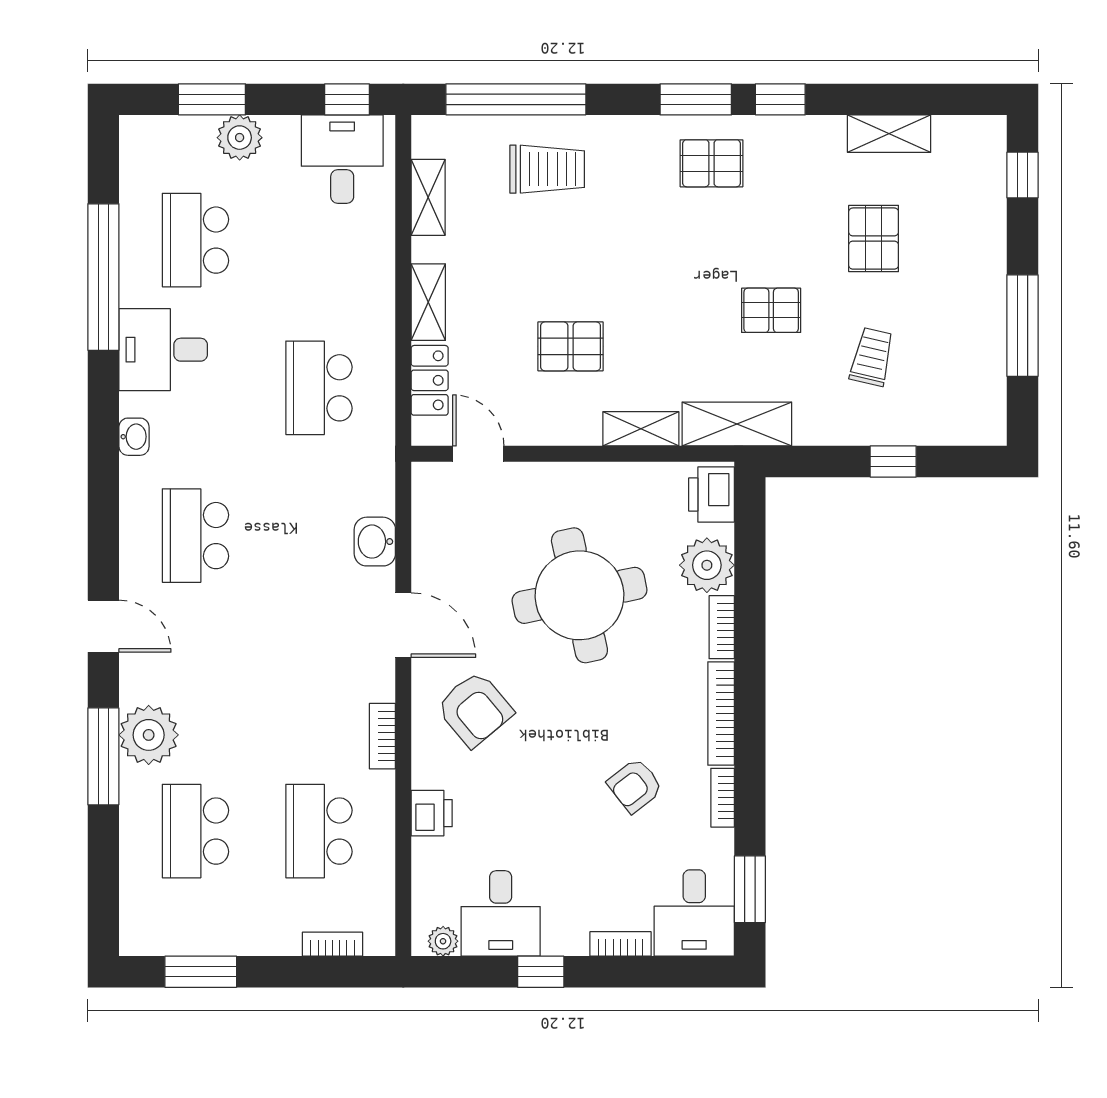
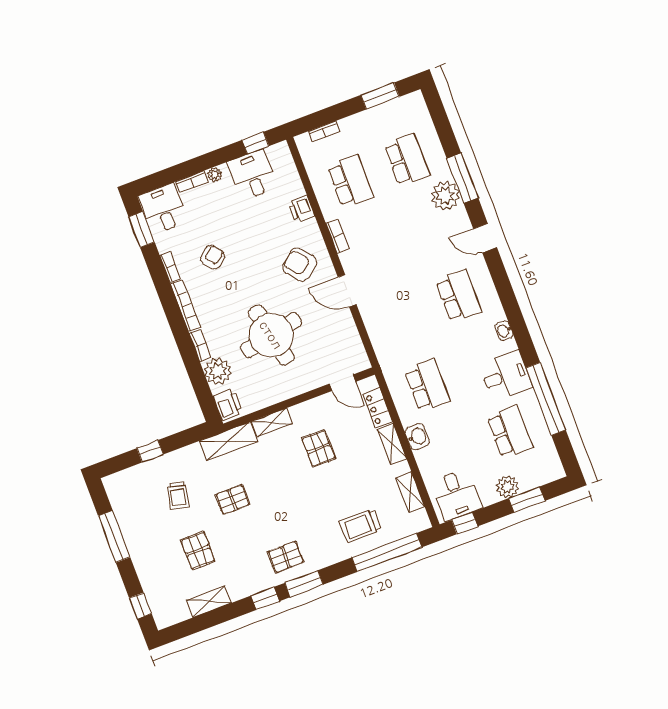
pallet: (571, 346) -> (319, 448), turned 90
washbasin: (375, 542) -> (417, 437), moved
plant: (443, 941) -> (214, 175), moved
window: (541, 972) -> (255, 143), moved

